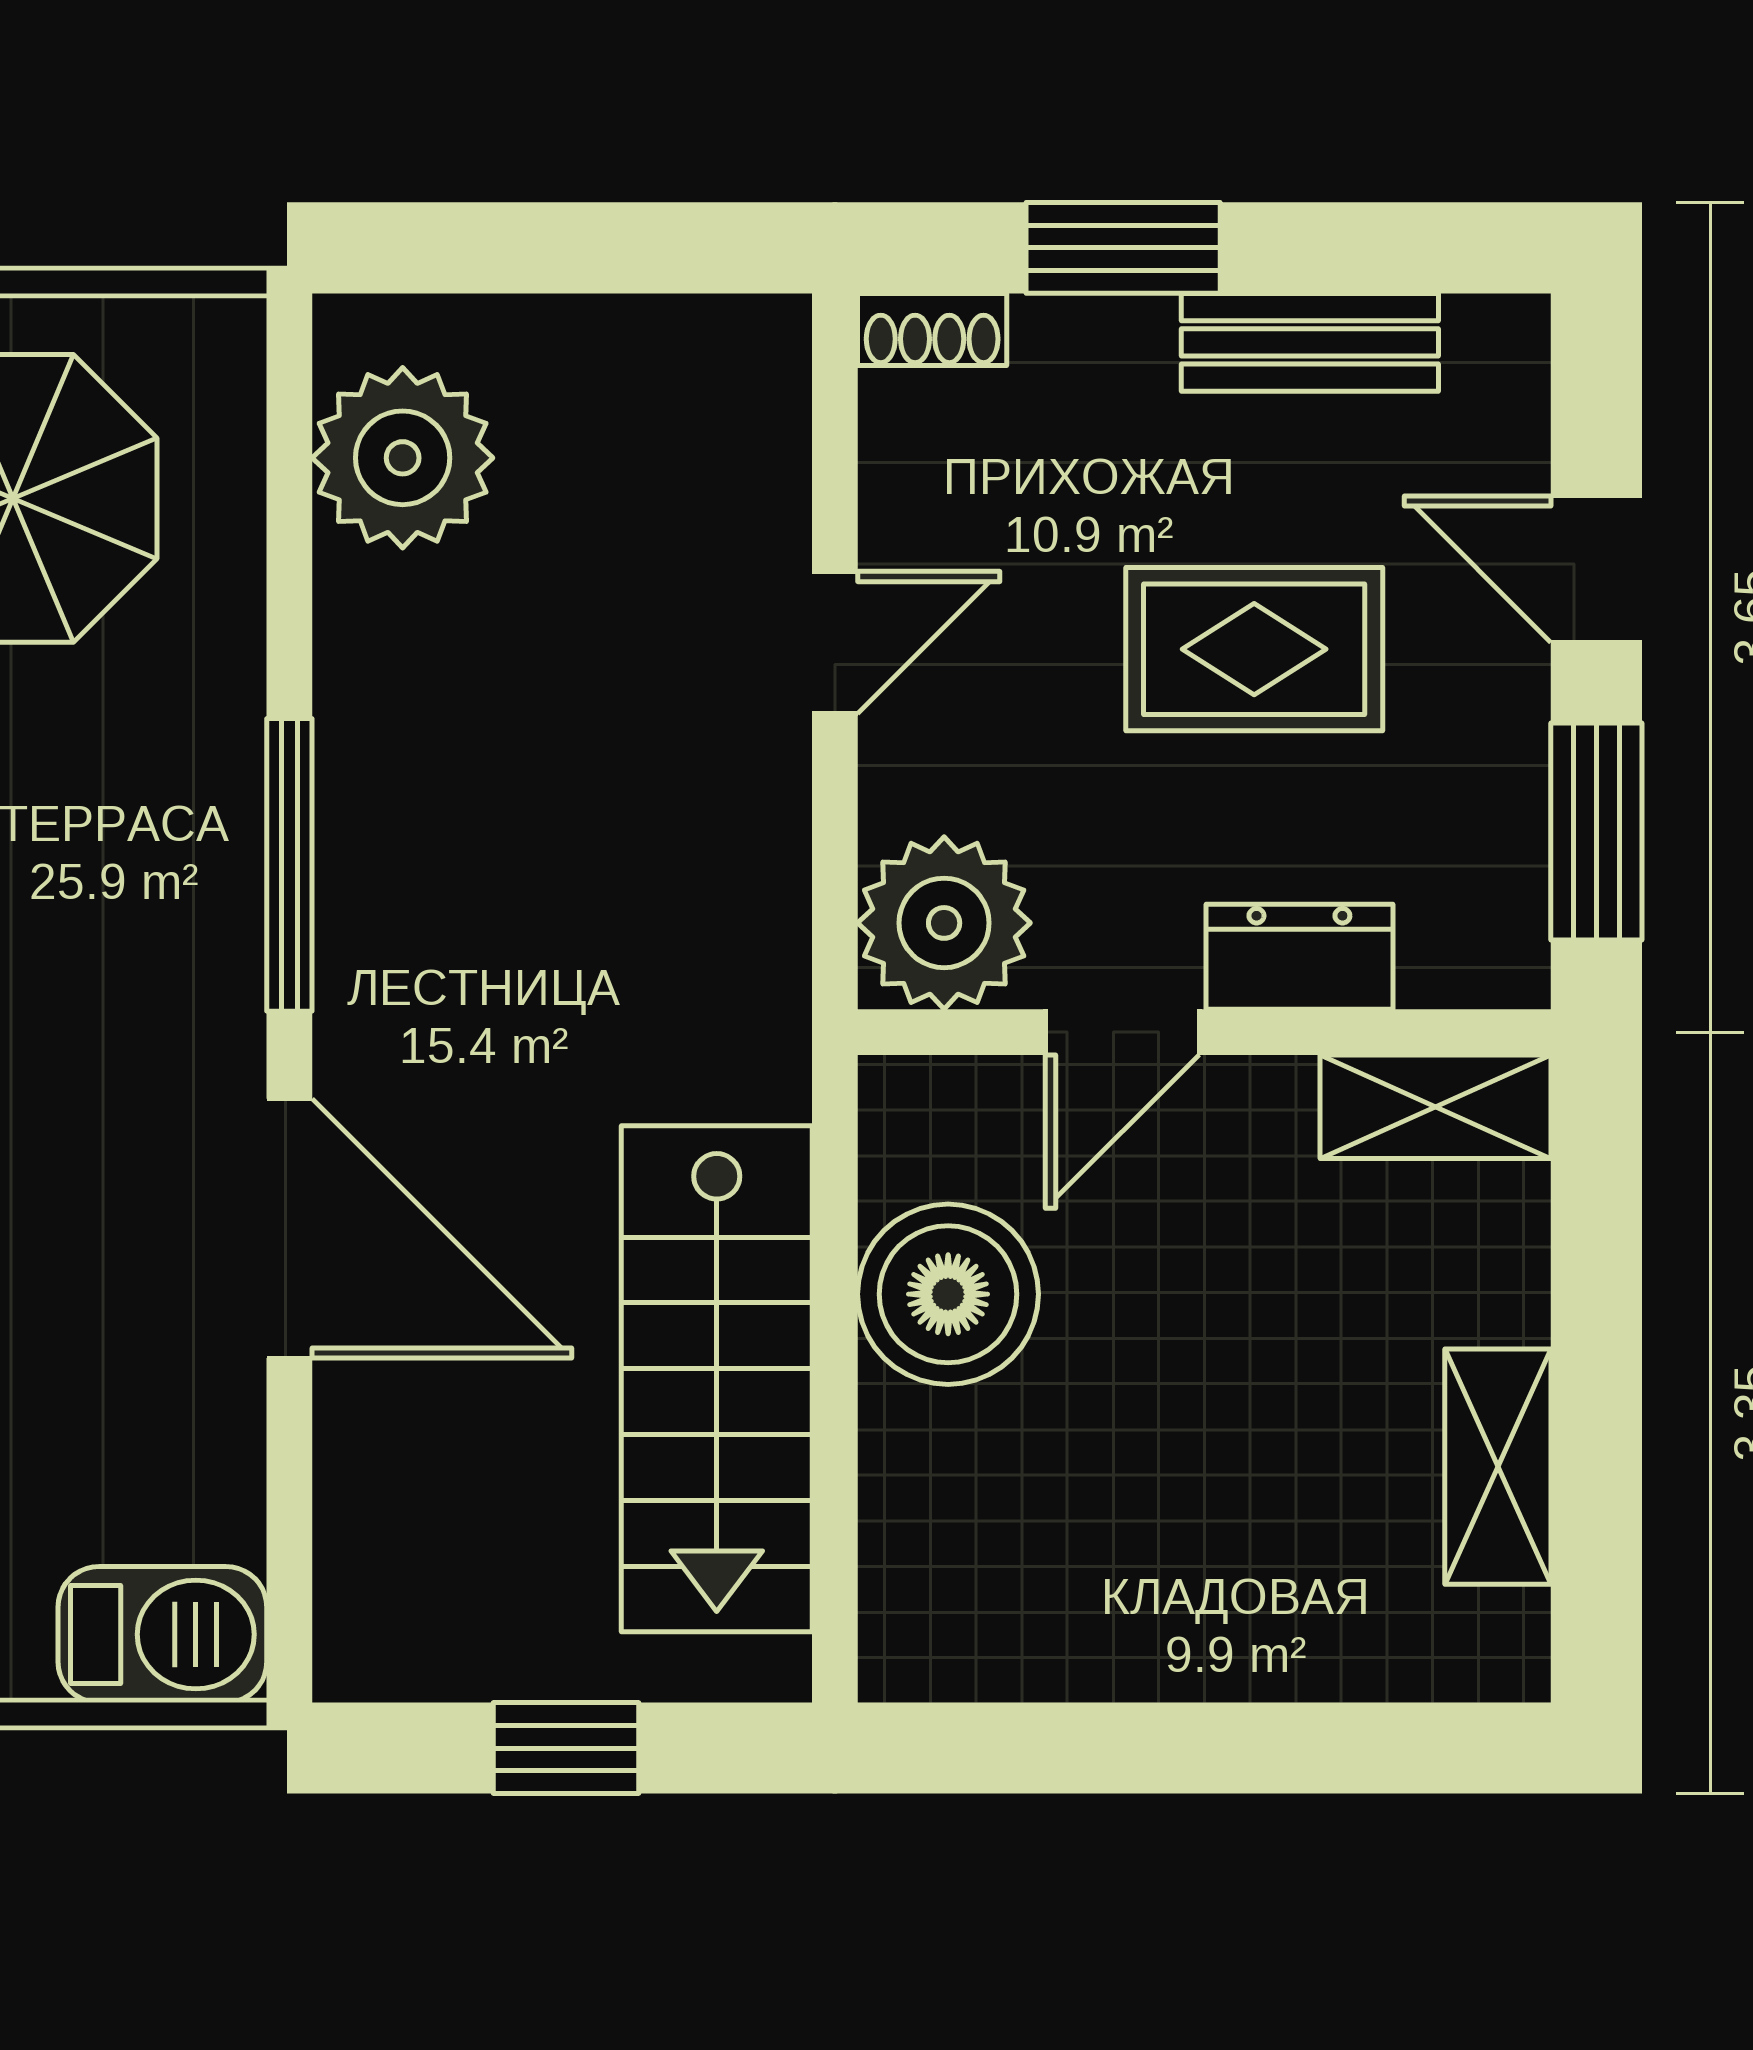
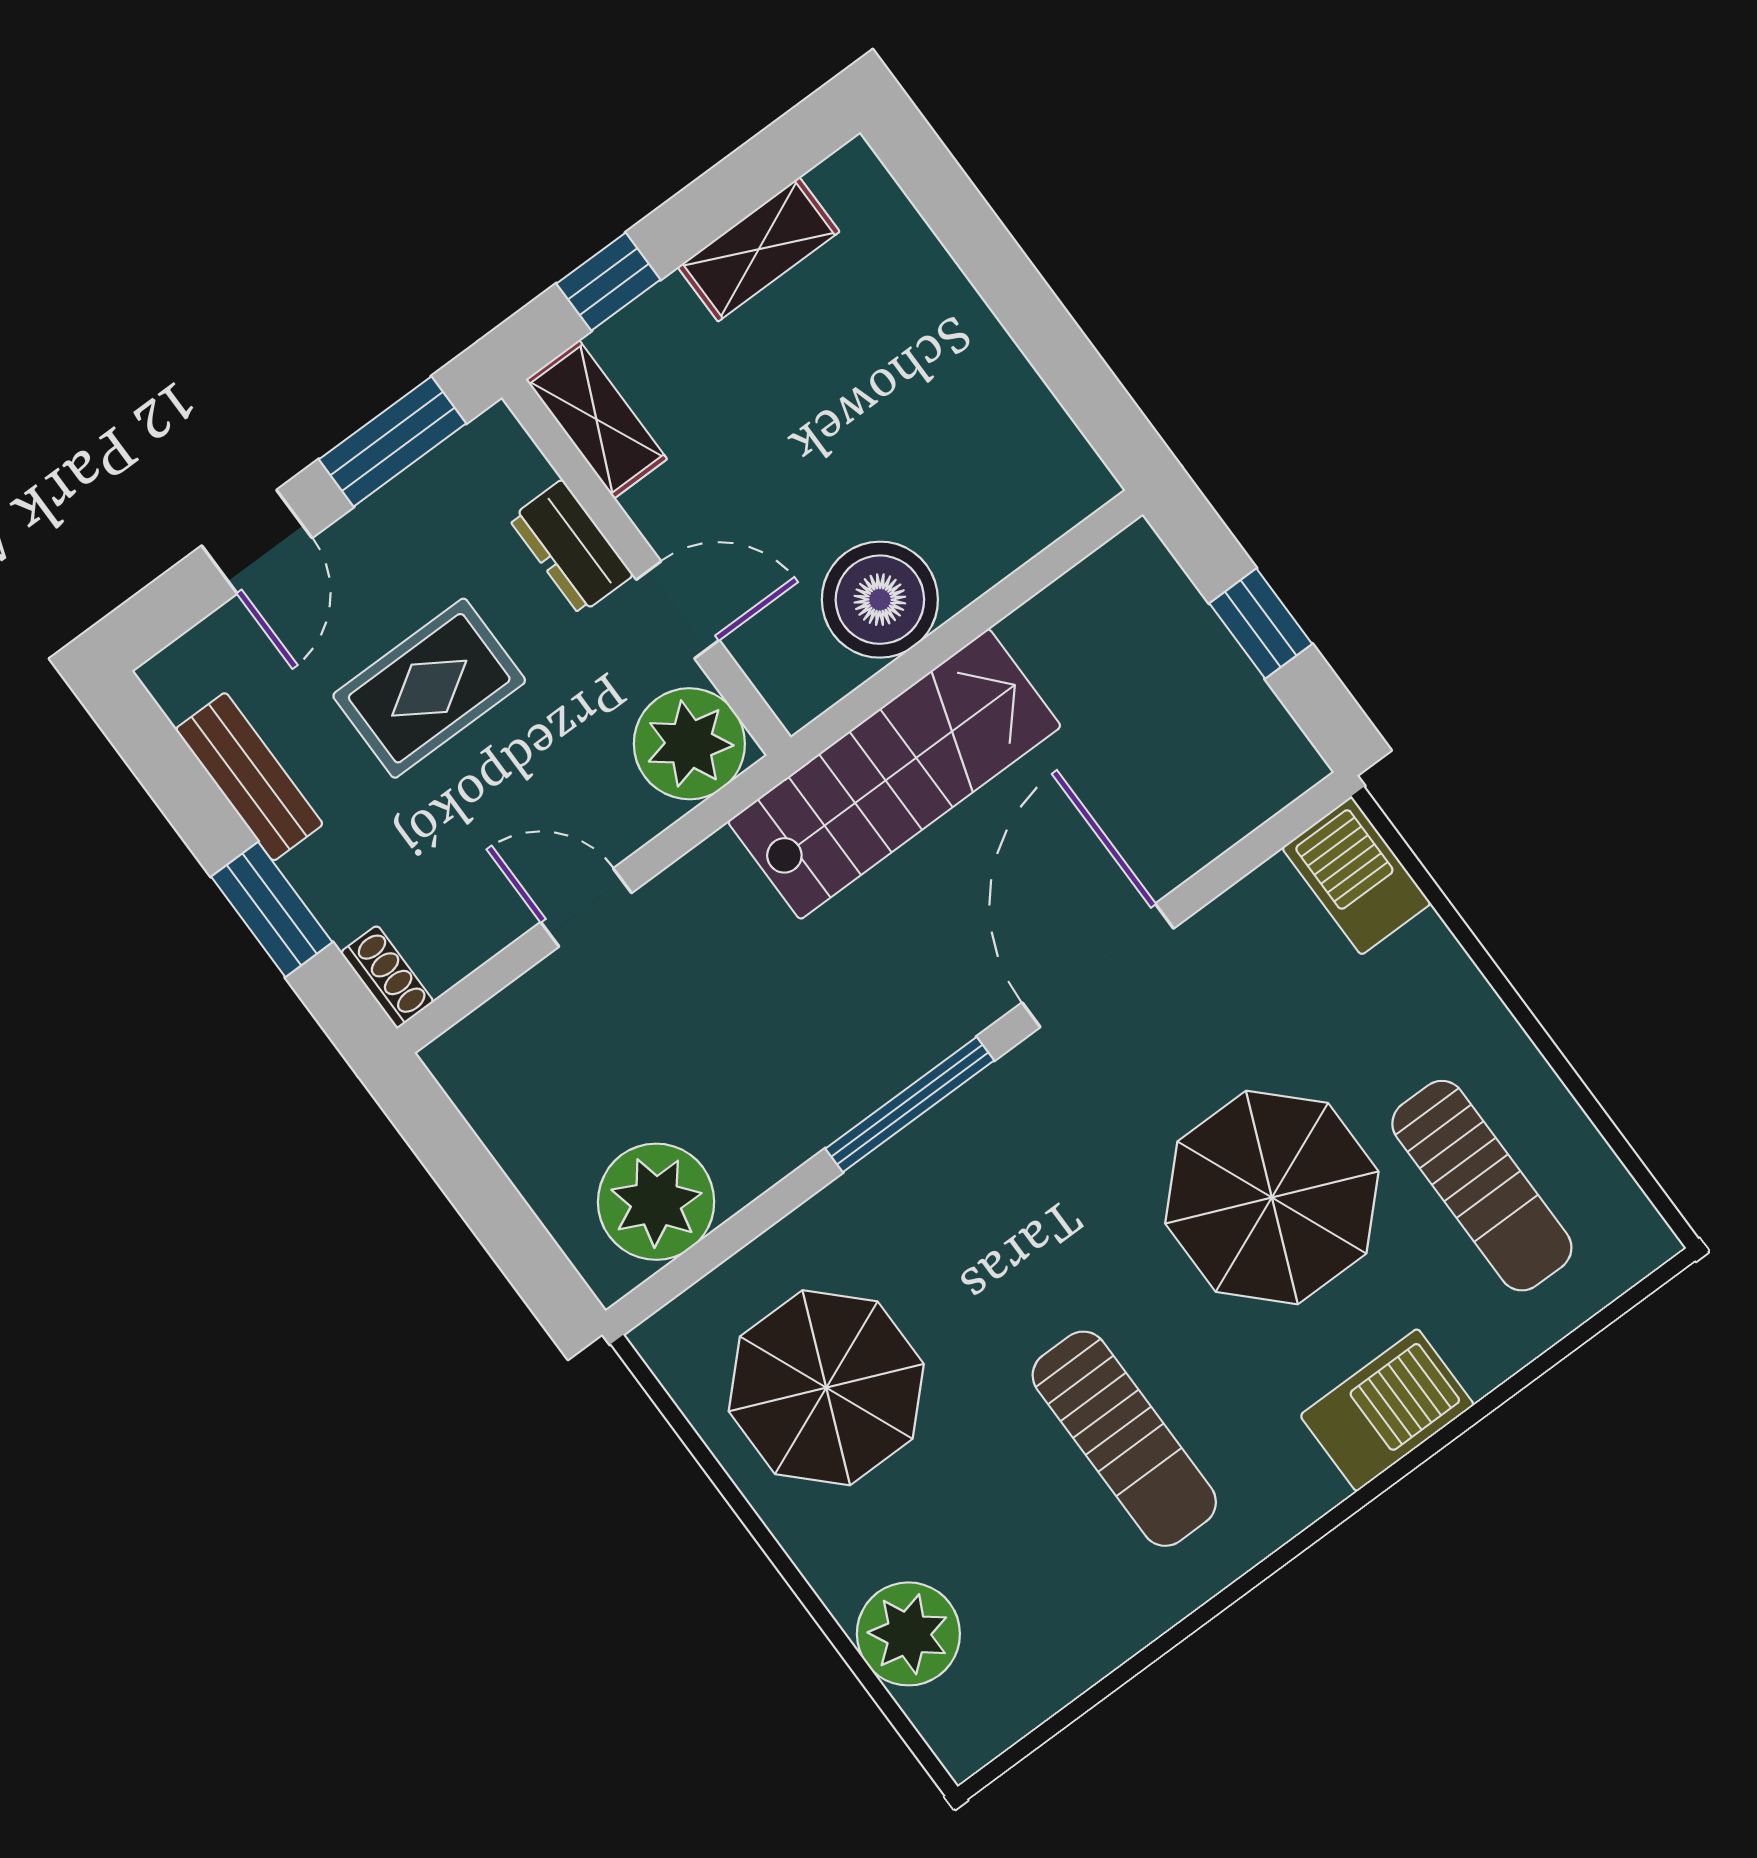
rug: (1254, 649) -> (429, 688), turned 90
window: (1596, 1249) -> (608, 282), added
stairs: (717, 1379) -> (894, 774), moved

